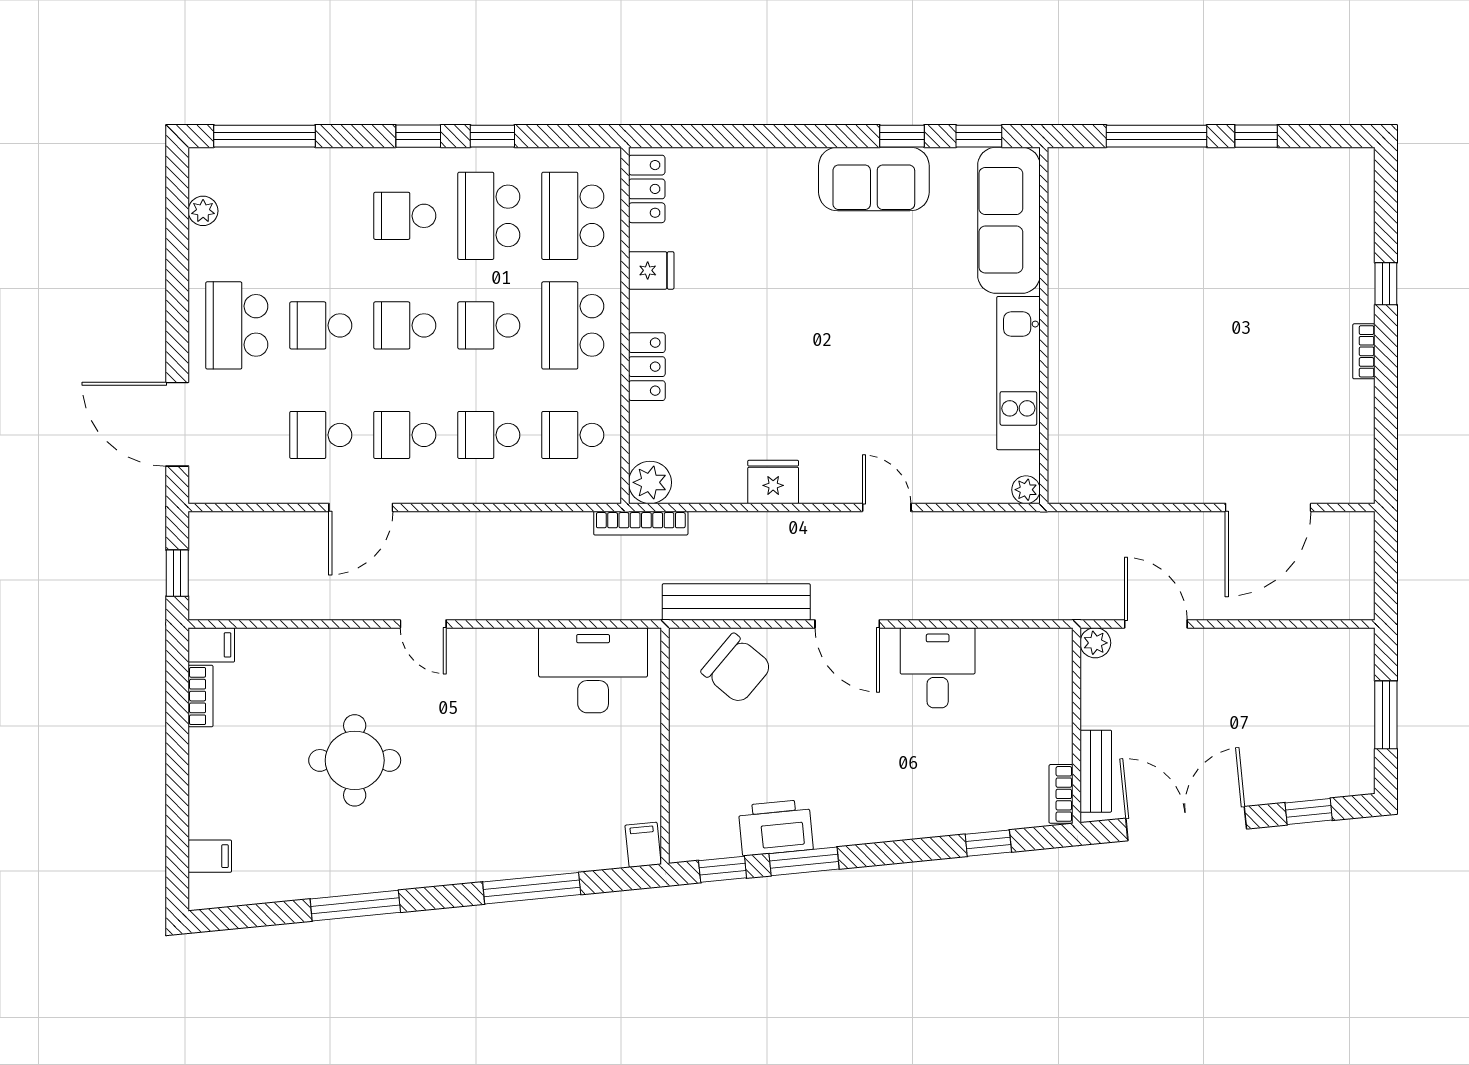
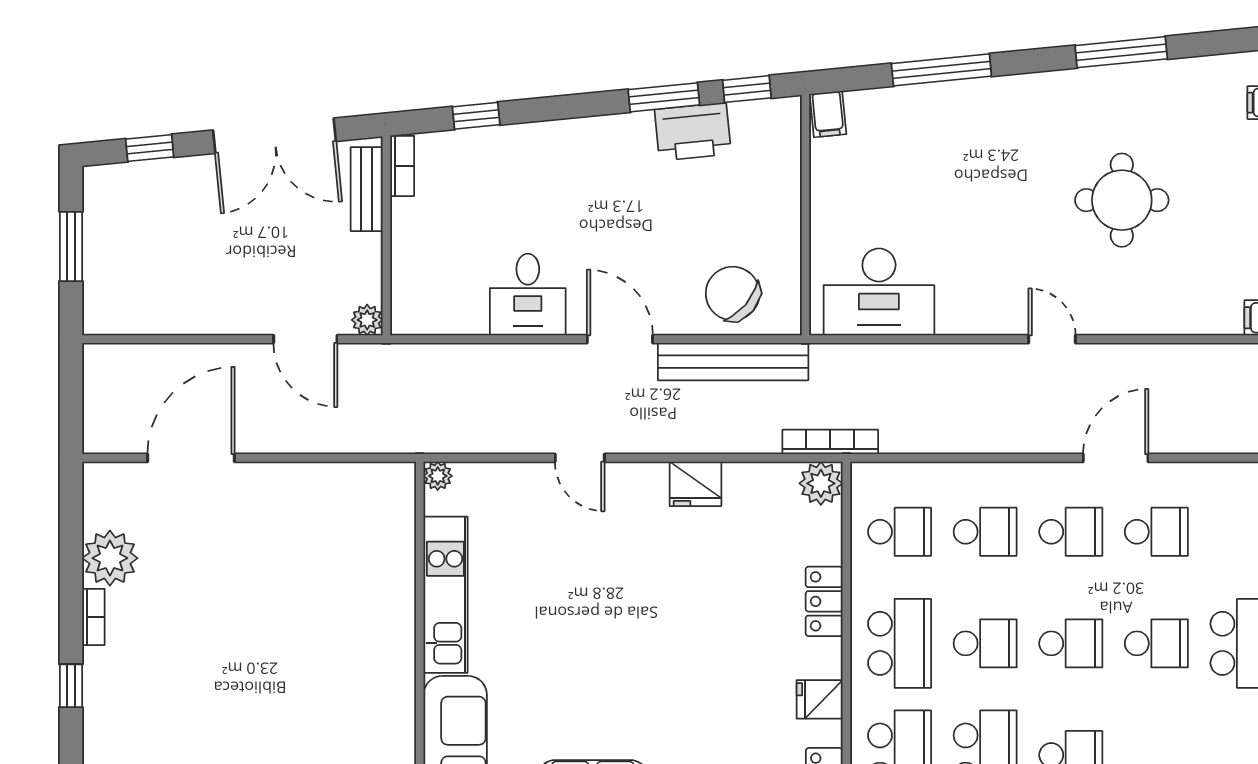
plant: (1348, 409) -> (110, 558), added

